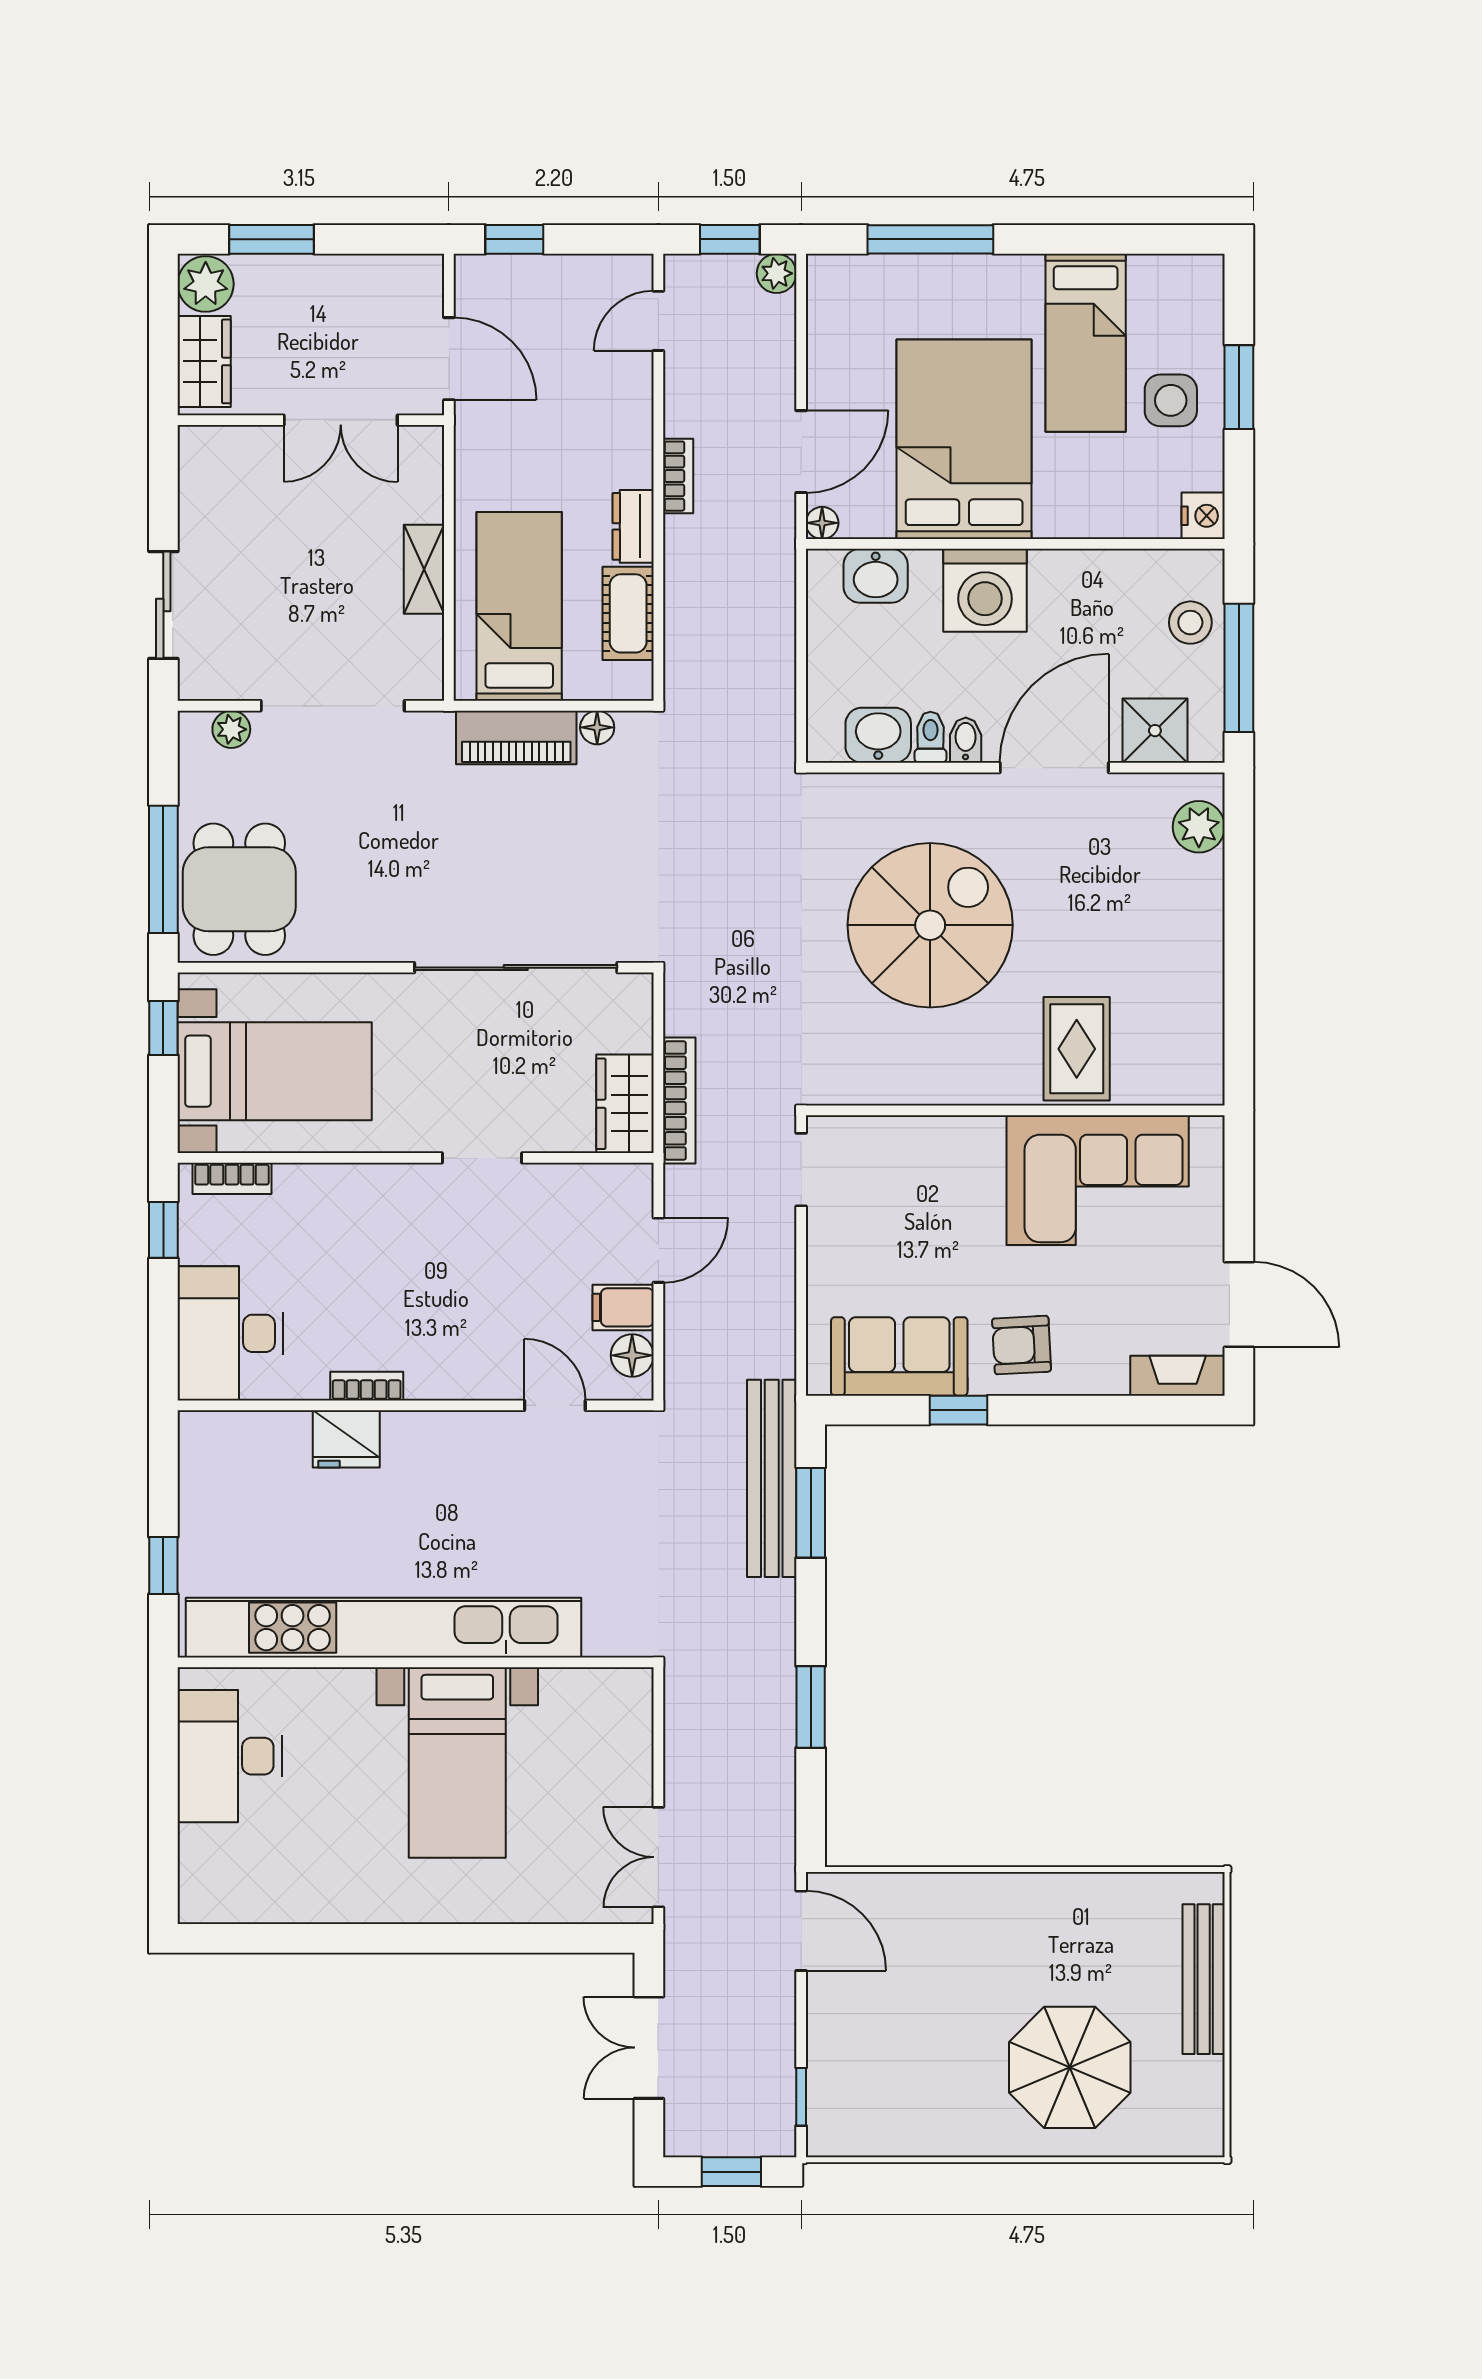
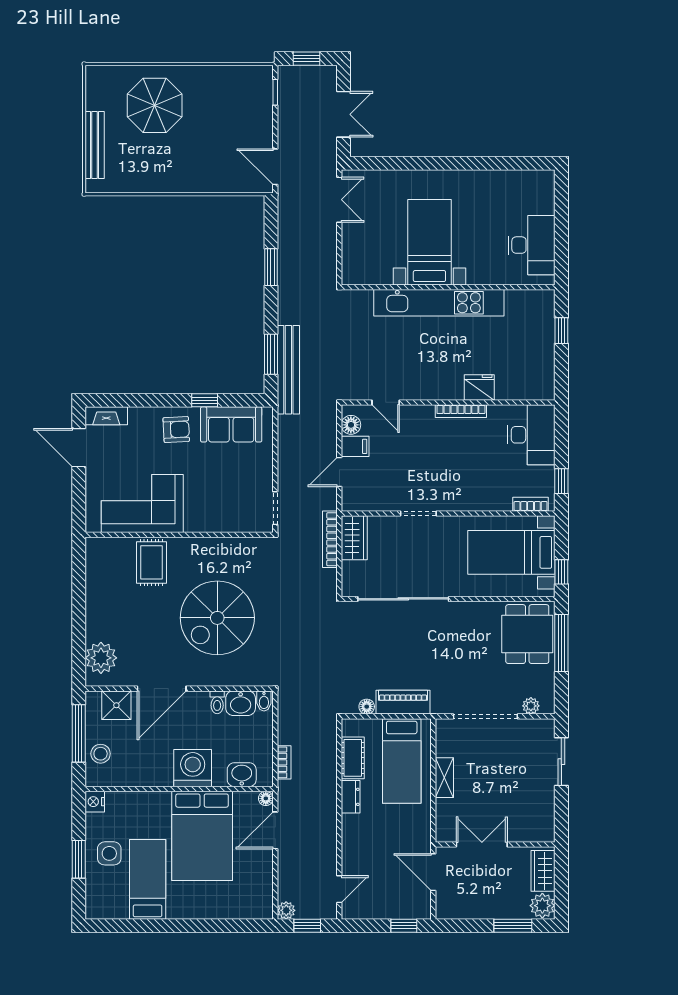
window: (930, 239) -> (217, 926), removed
bookcase: (678, 476) -> (284, 762), moved, turned 180
bidet: (966, 740) -> (264, 701), moved
plant: (1199, 827) -> (101, 658), width x1.36, depth x1.36
bookcase: (367, 1386) -> (461, 411), width x1.56
kitchen unit: (383, 1628) -> (439, 303), width x0.73

